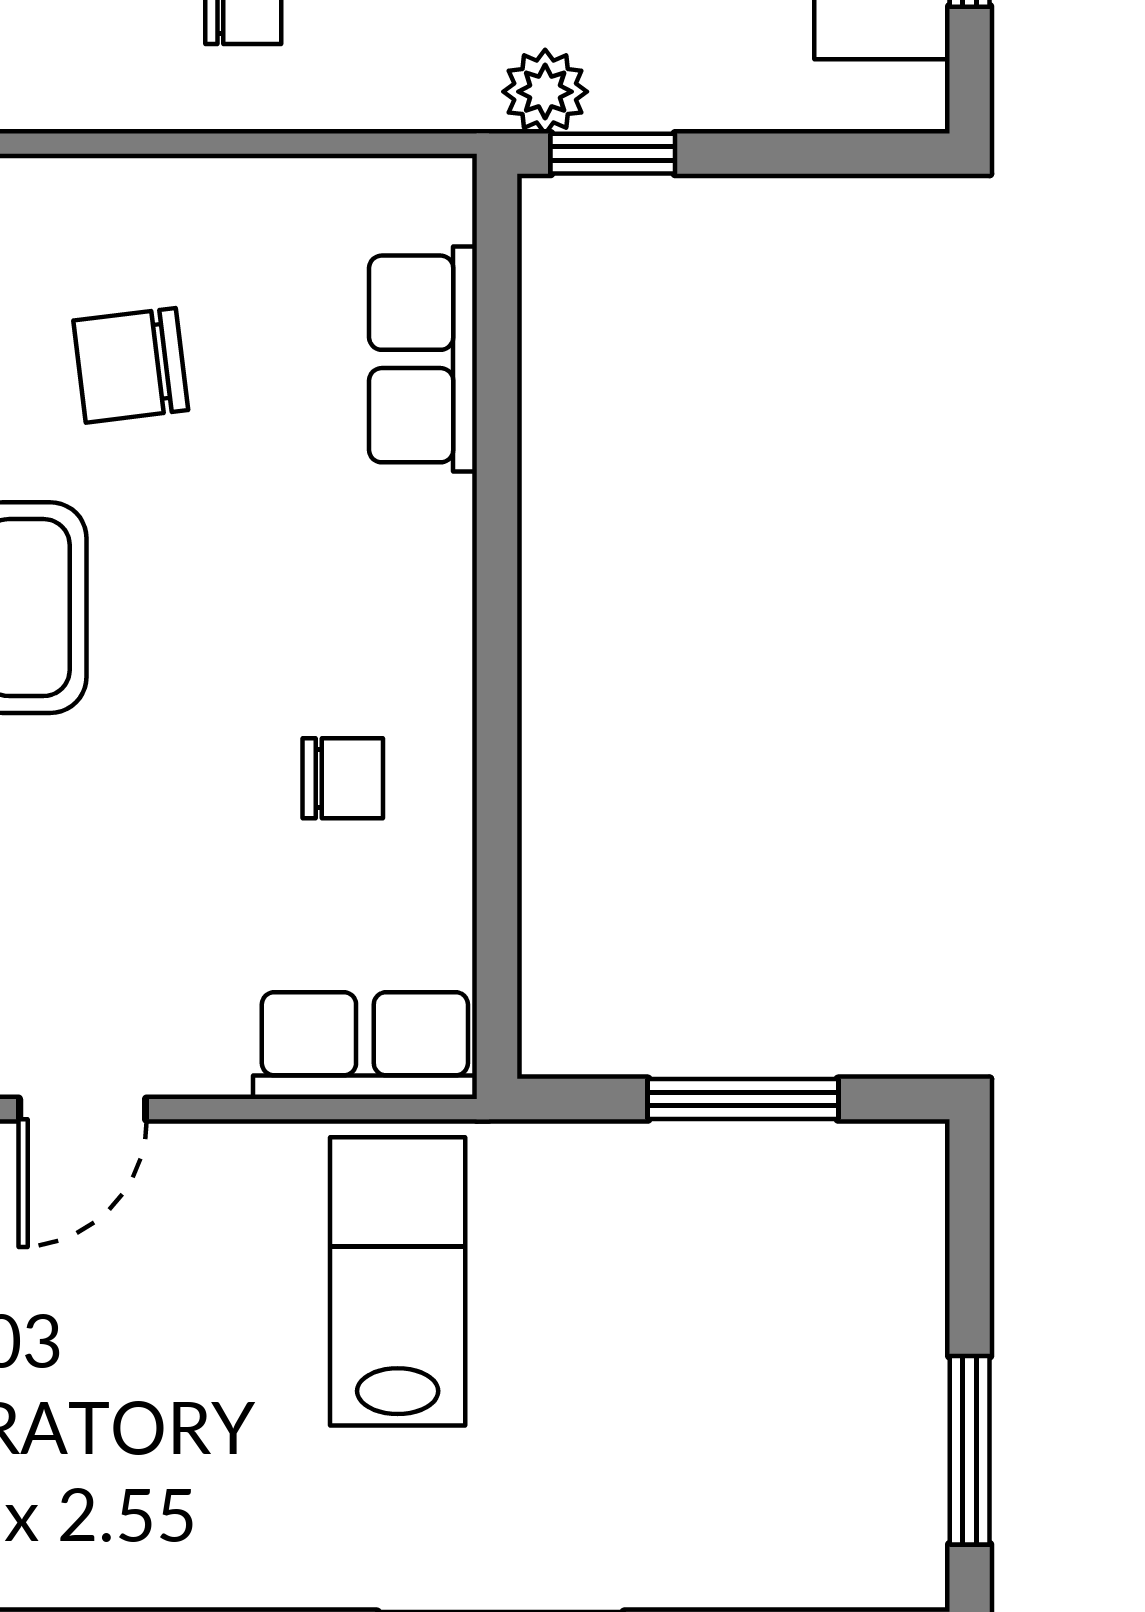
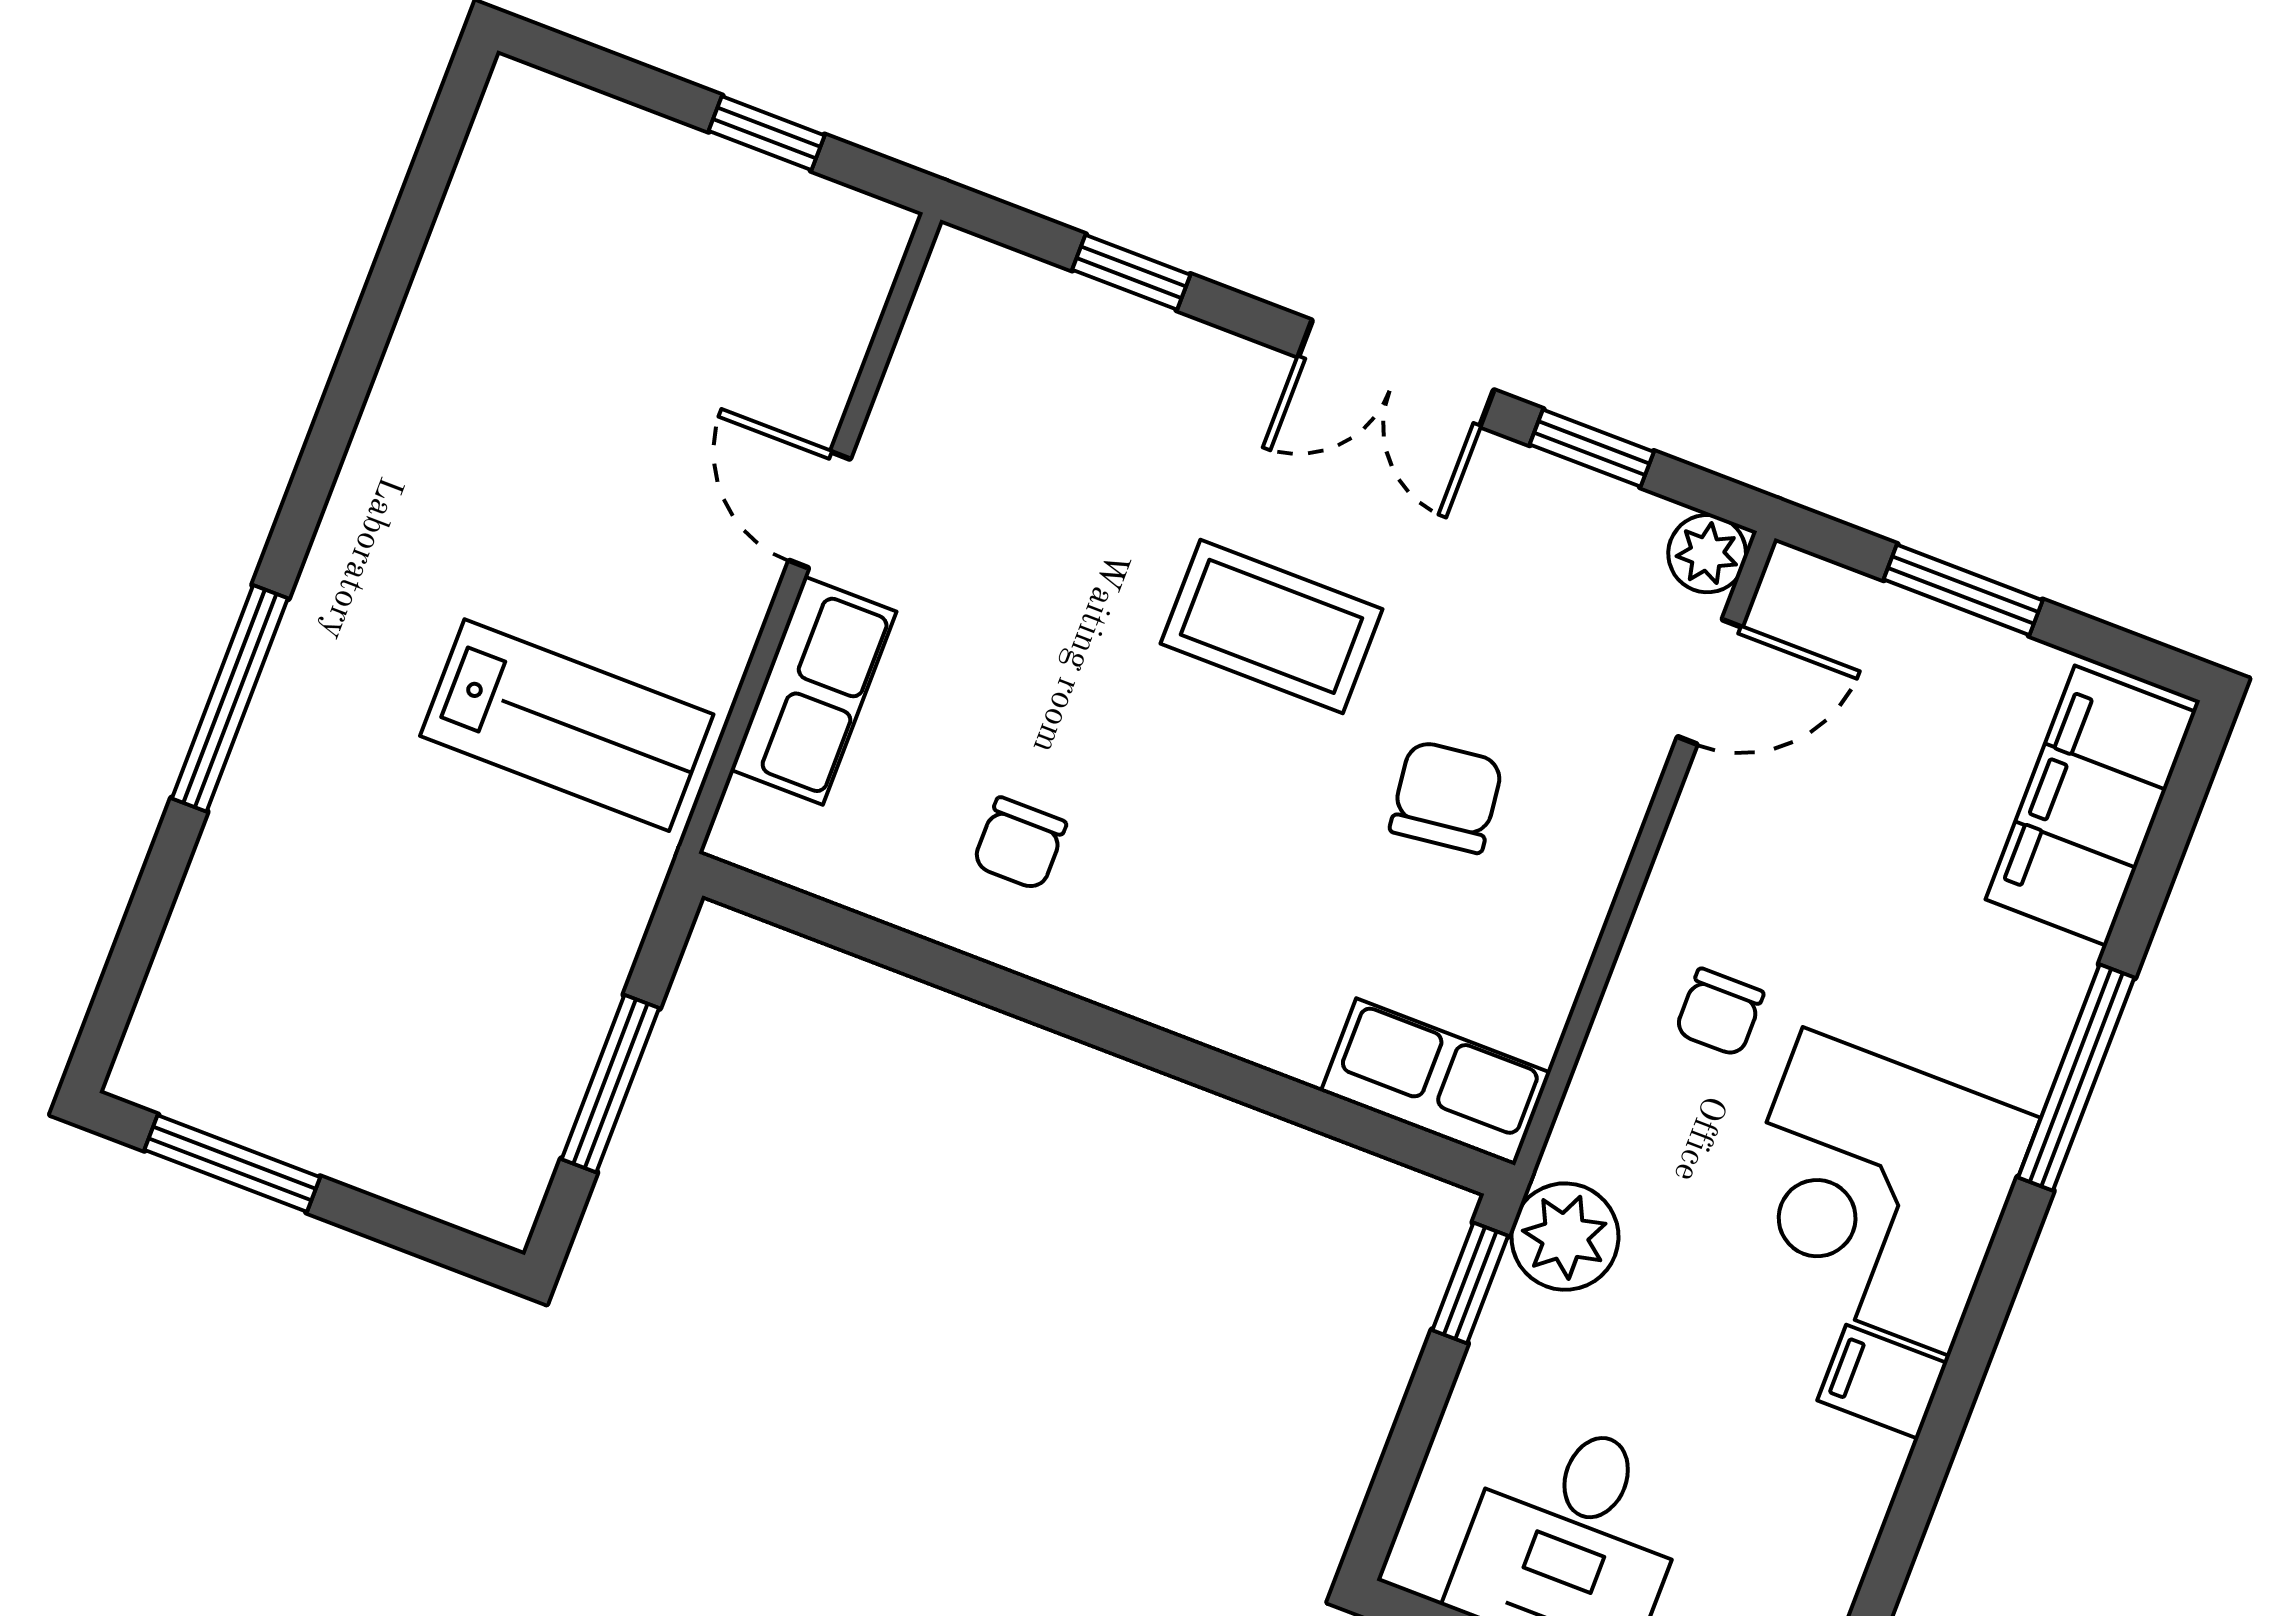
plant: (545, 92) -> (1565, 1237), width x1.38, depth x1.38
row of seats: (423, 359) -> (1436, 1082), moved
row of seats: (365, 1046) -> (813, 691), moved

